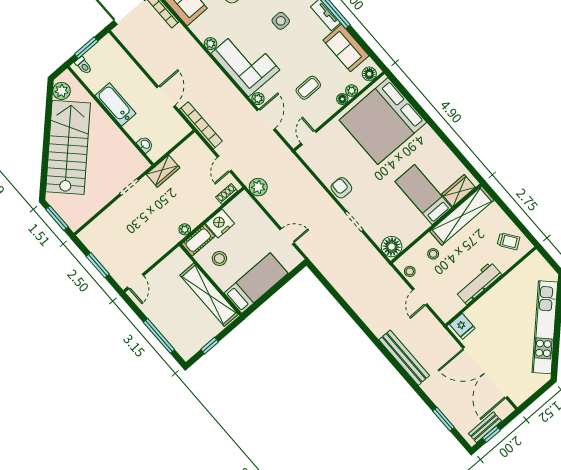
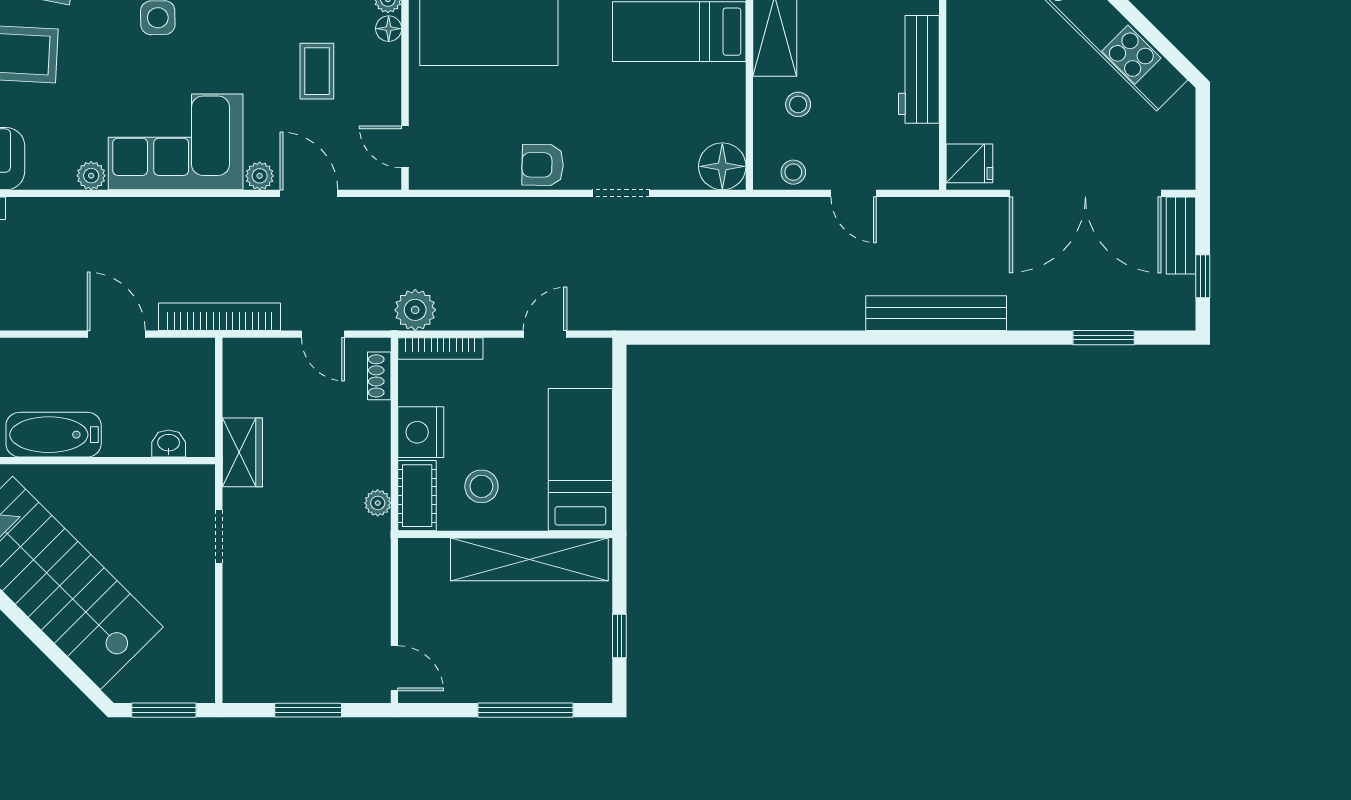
bookcase: (253, 206) -> (440, 348), added
bench: (485, 427) -> (1181, 236), moved

